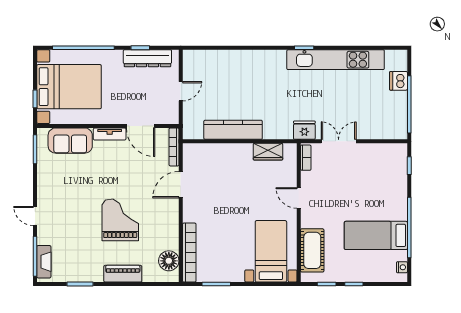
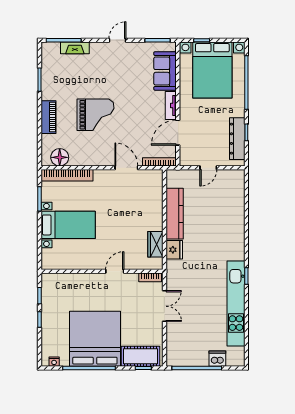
door: (181, 91) -> (208, 168), hinge flipped
fridge: (304, 130) -> (174, 250), moved
door: (35, 216) -> (117, 40), moved
bed: (376, 235) -> (95, 339), width x2.04
cot: (312, 250) -> (141, 356), moved
bed with nightstands: (271, 251) -> (68, 225), moved
fireplace: (44, 262) -> (75, 48), moved

